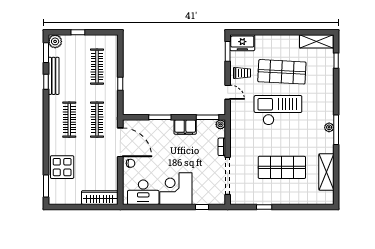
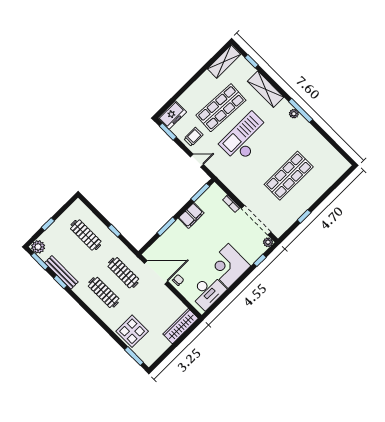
plant: (220, 124) -> (268, 242), moved
shelving: (326, 172) -> (266, 89), moved

